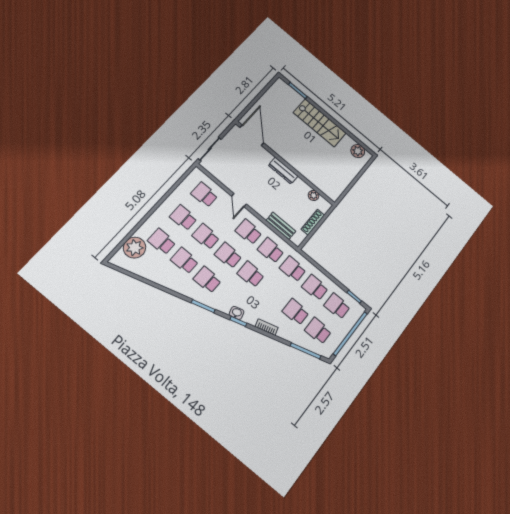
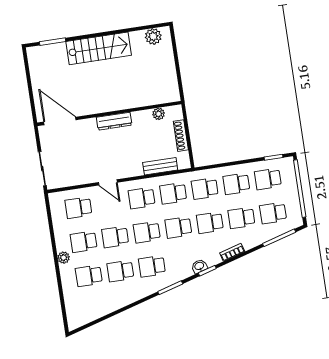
plant: (135, 248) -> (64, 258), moved, width x0.53, depth x0.53
school desk: (273, 293) -> (210, 223), added

